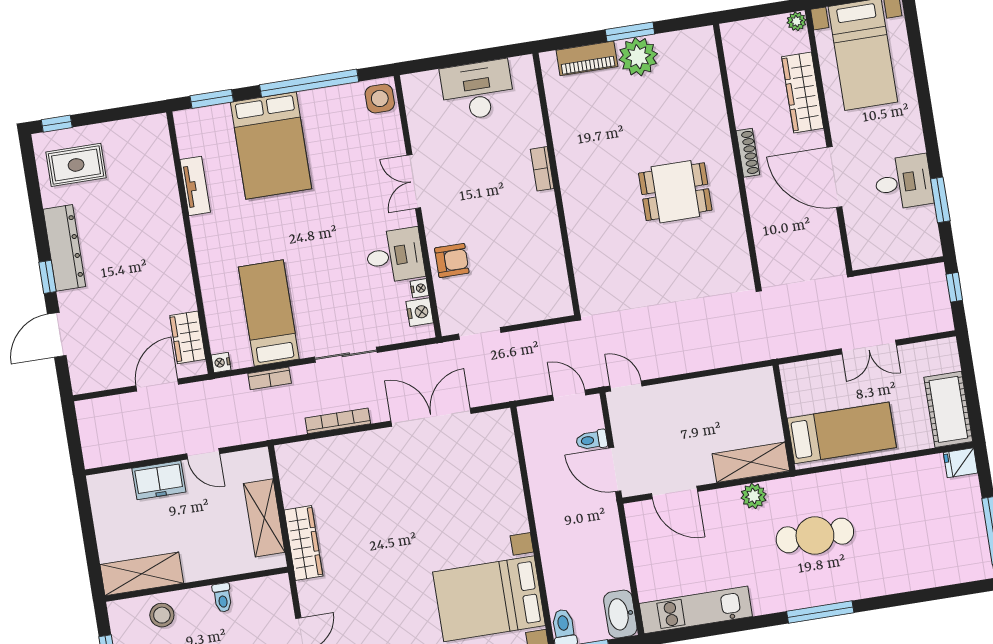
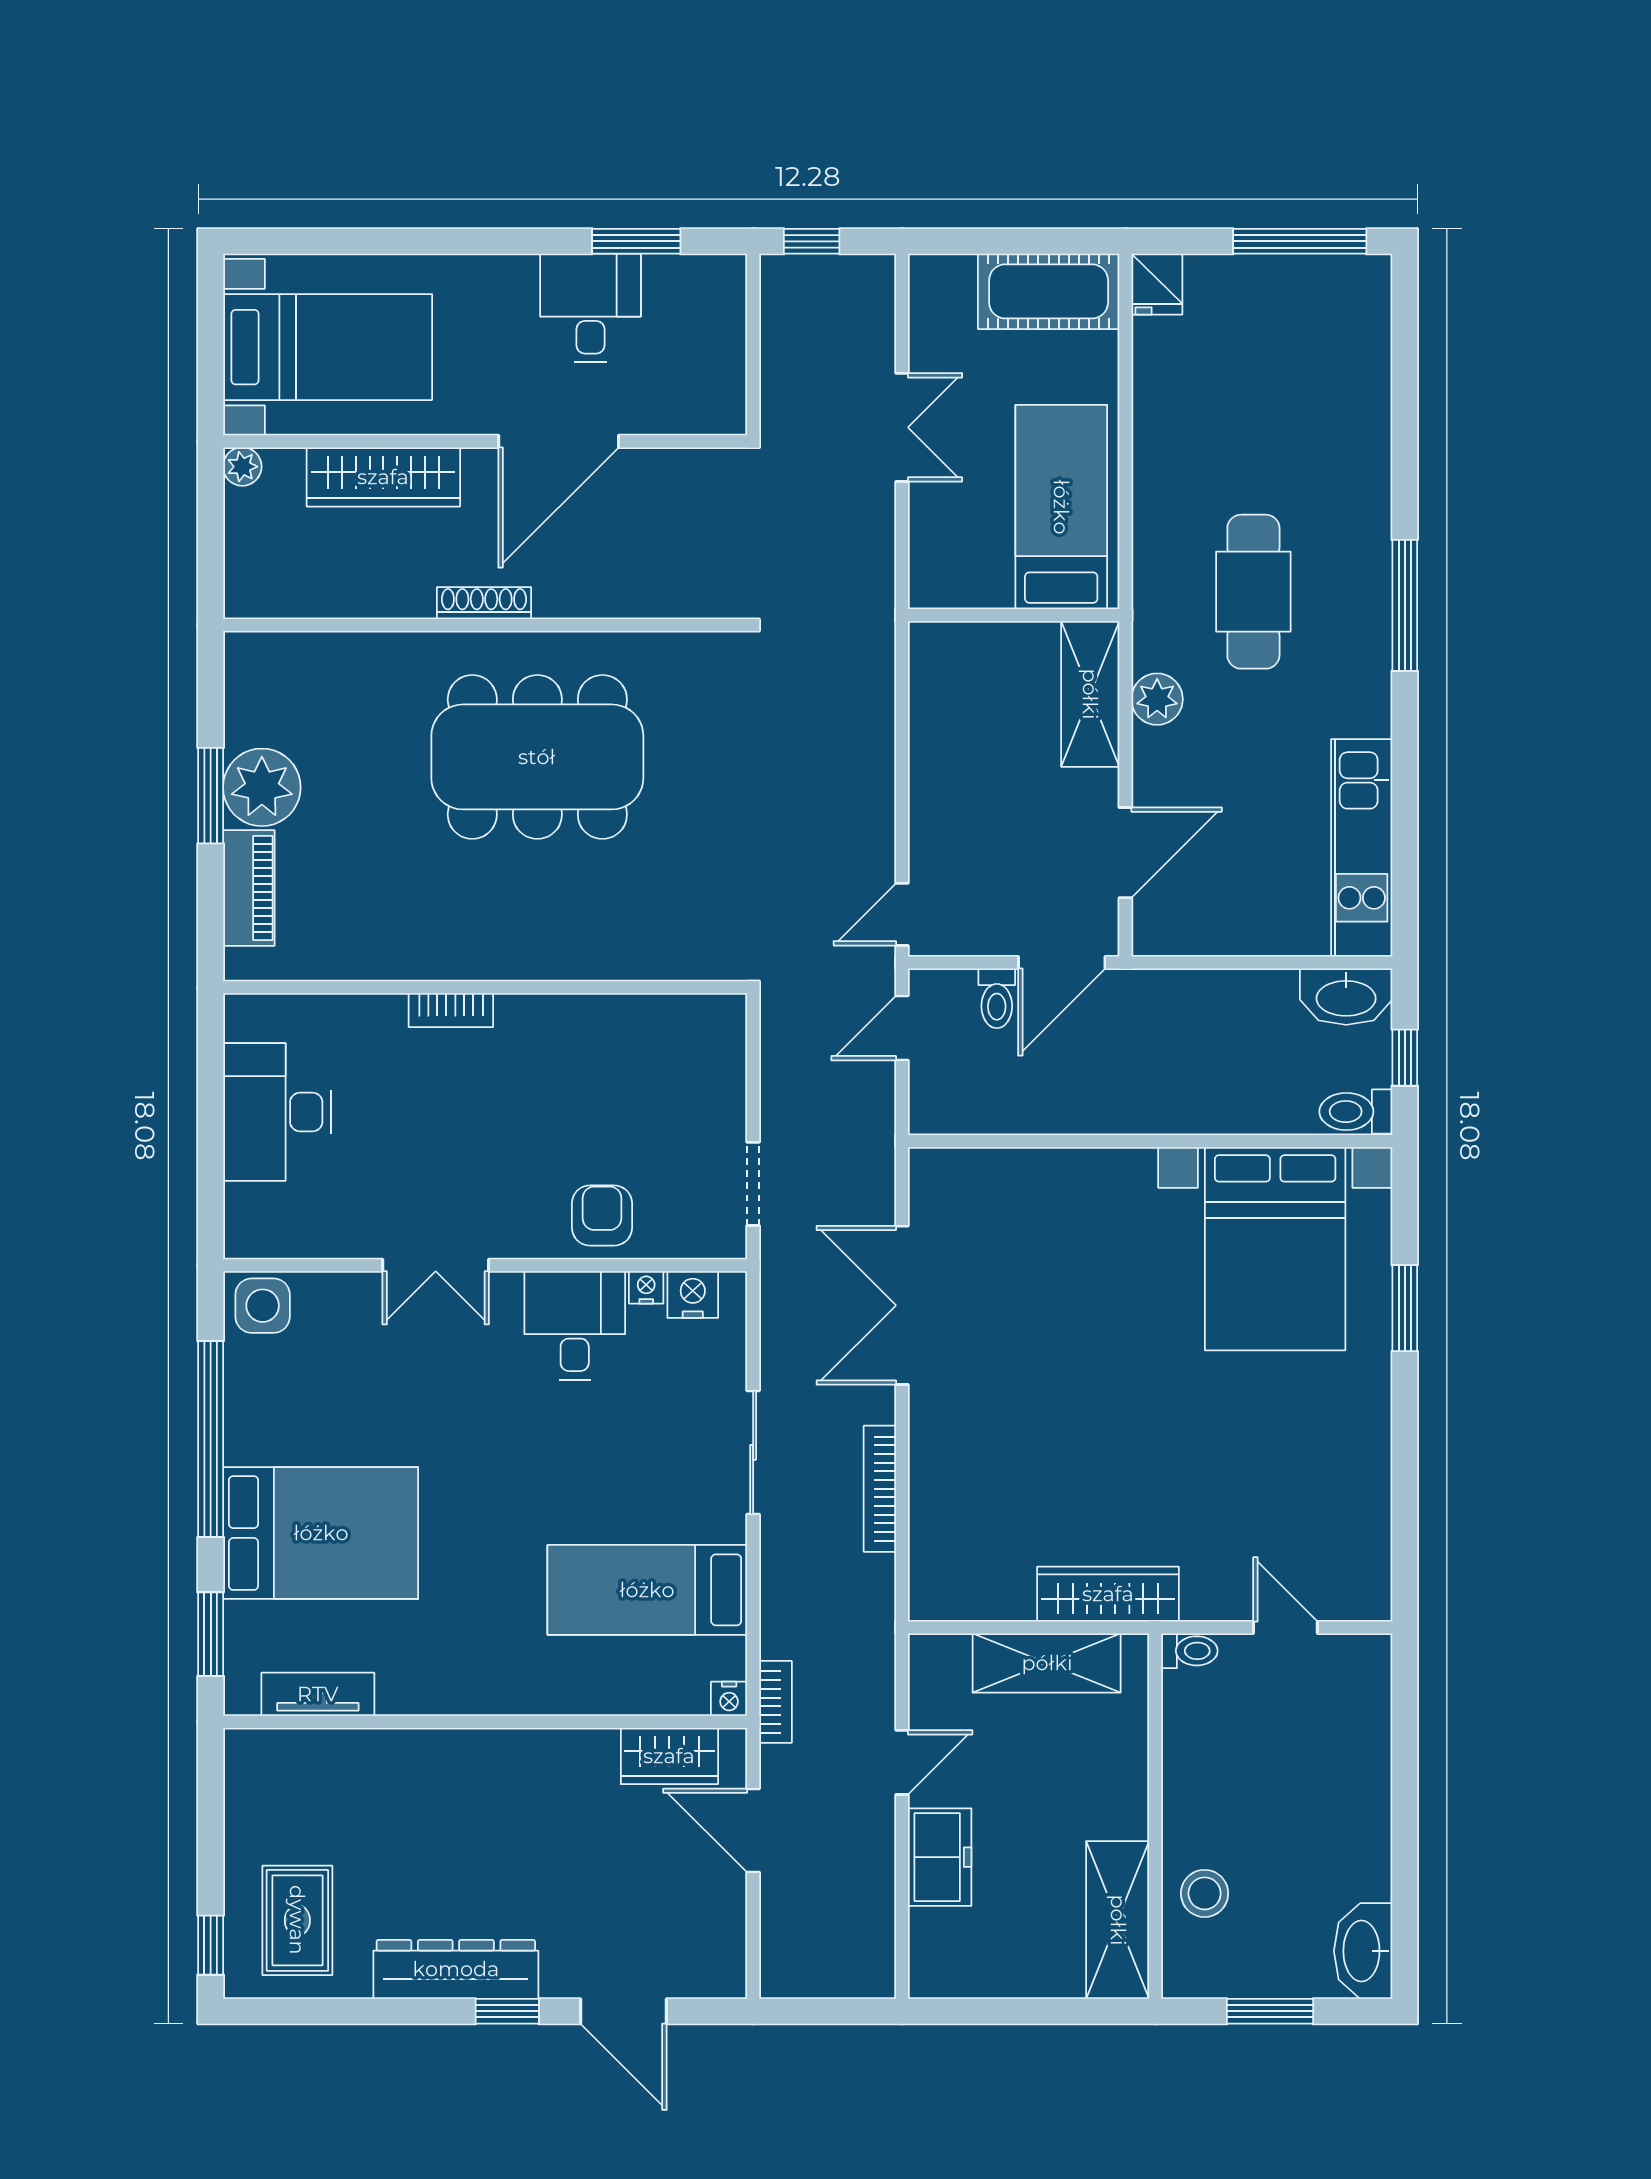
tv unit: (195, 186) -> (318, 1694), moved
dining table: (675, 192) -> (537, 757), width x1.88, depth x1.24
bookcase: (270, 378) -> (775, 1702), moved
toilet: (222, 598) -> (1189, 1651), moved

